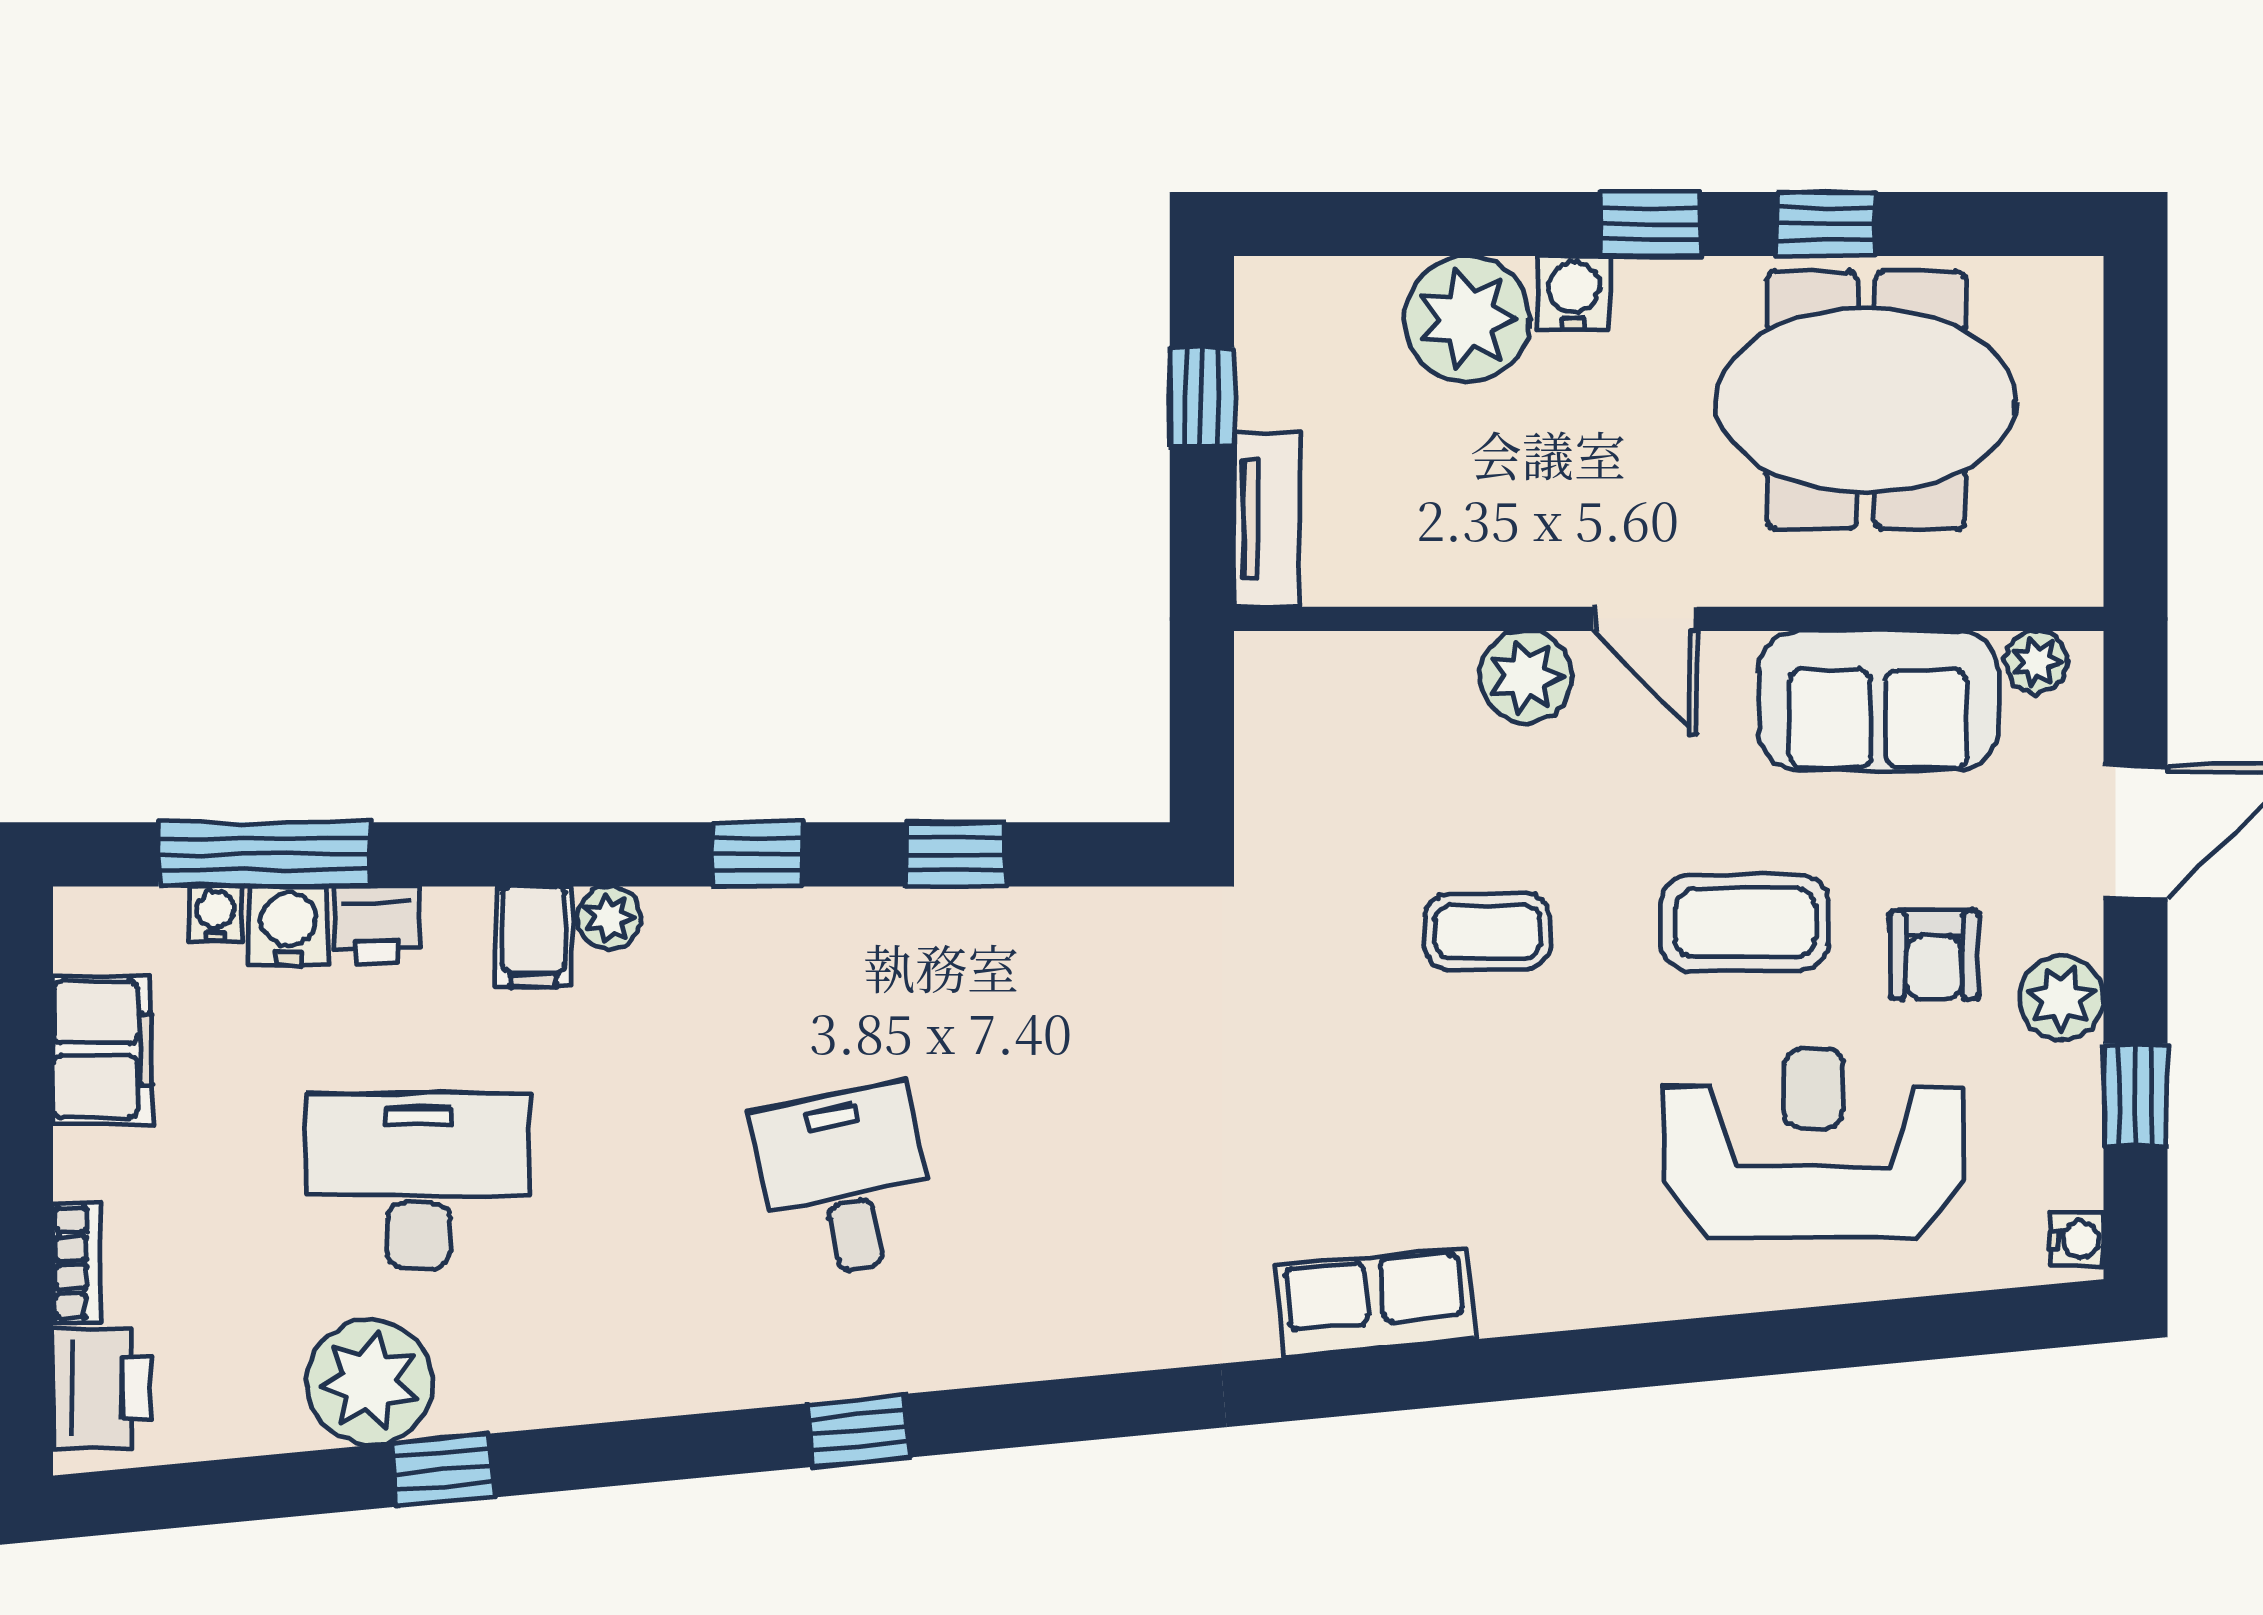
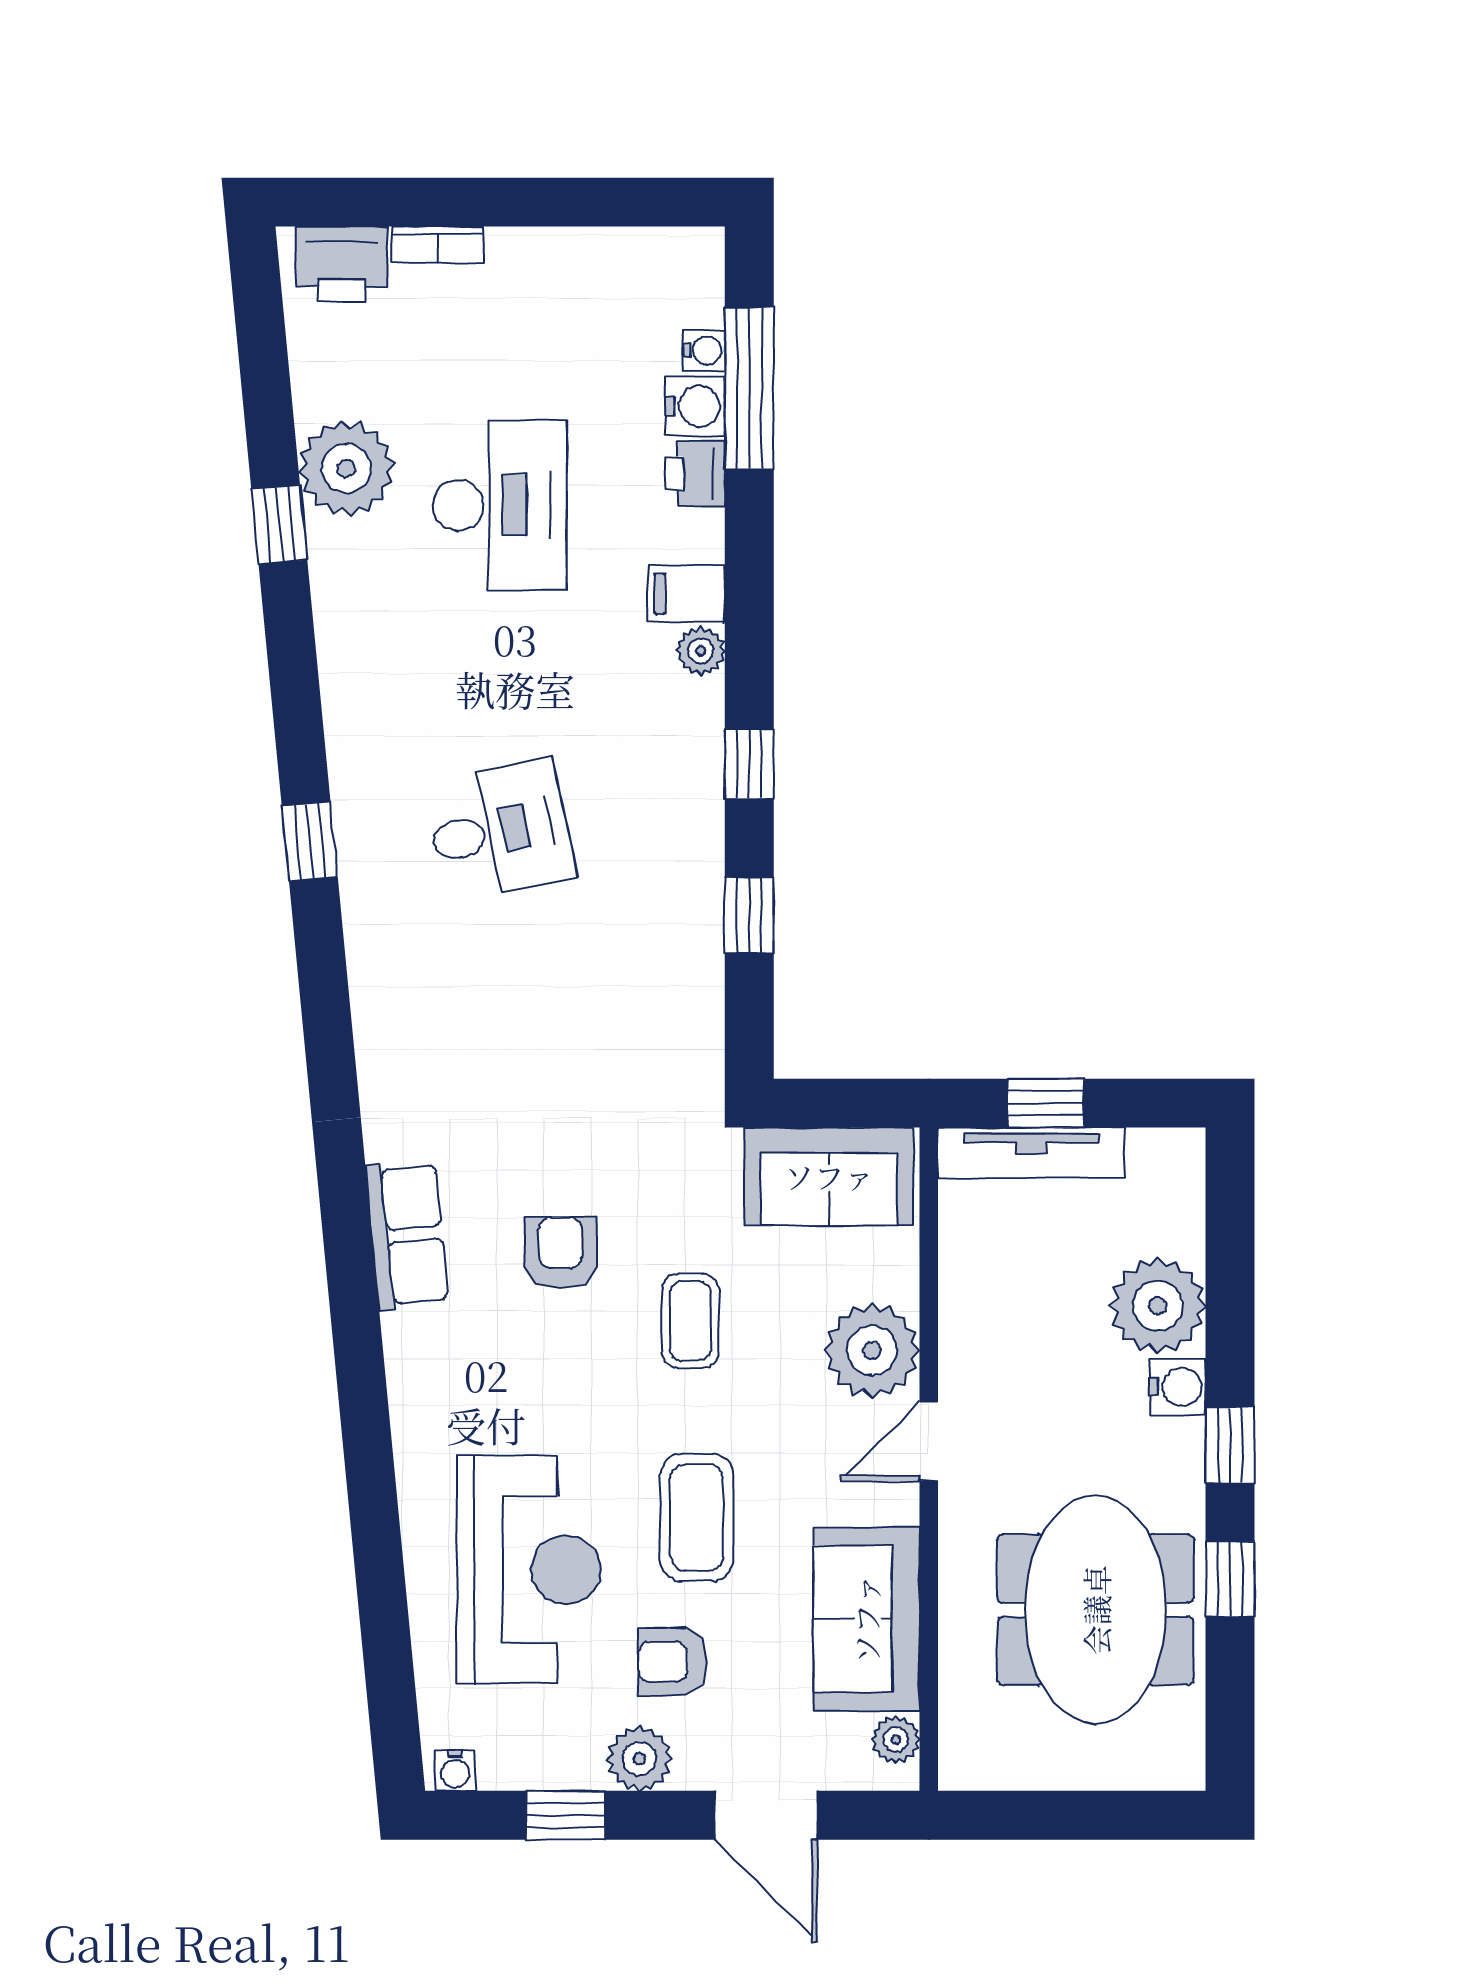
window: (1202, 397) -> (1046, 1103), moved
tv unit: (1267, 520) -> (1031, 1153), width x1.41
plant: (1526, 677) -> (872, 1350), width x1.36, depth x1.36
sofa: (1298, 750) -> (829, 1176), added
filing cabinet: (102, 1049) -> (600, 264), removed
armchair: (1398, 1102) -> (561, 1253), added

